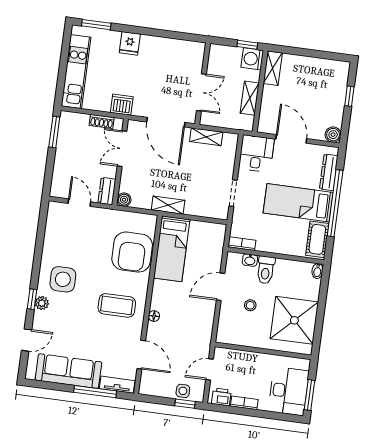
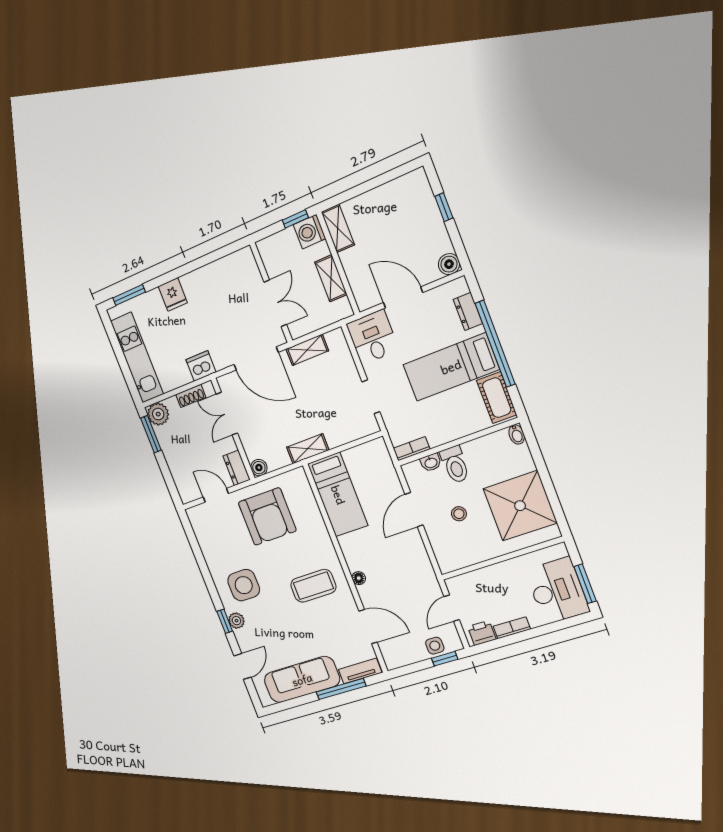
plant: (69, 121) -> (158, 414), added
dresser: (329, 172) -> (468, 311), width x0.70
armchair: (132, 252) -> (267, 517), moved

